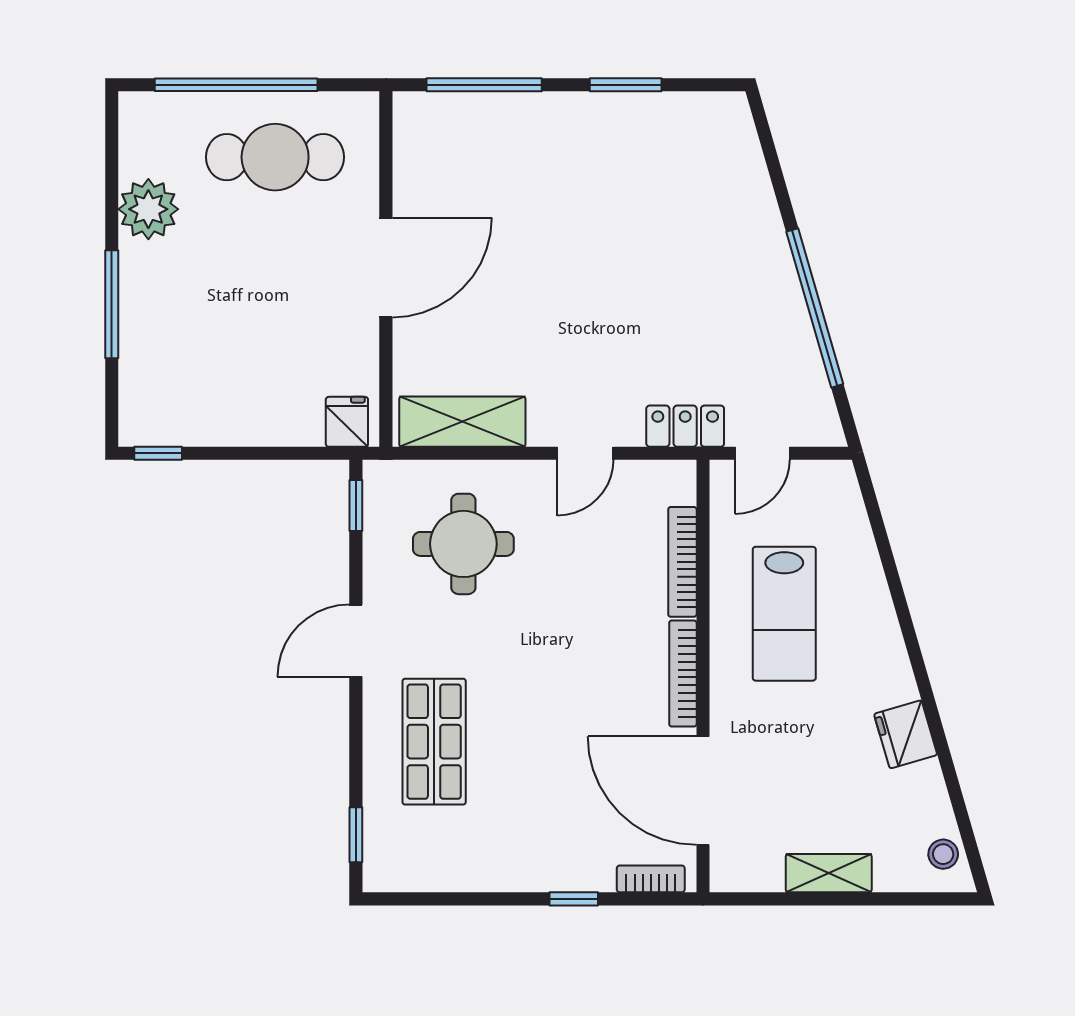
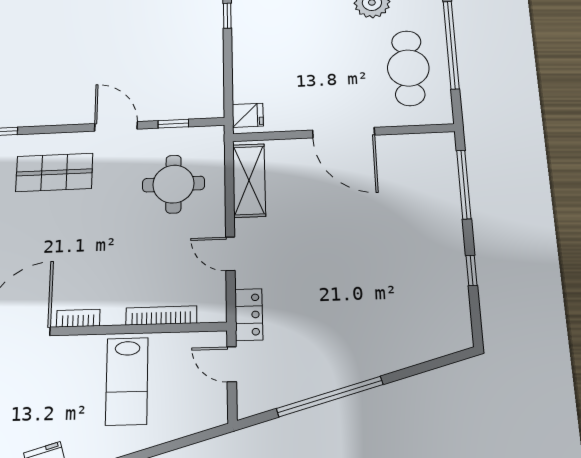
window: (626, 85) -> (472, 270), width x0.67
window: (356, 506) -> (173, 124), moved
lab bench: (784, 614) -> (127, 381), turned -90
bookcase: (683, 674) -> (78, 318), width x0.64

